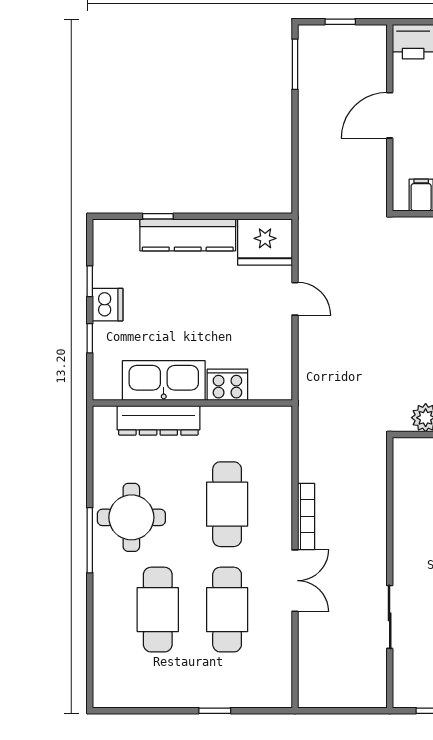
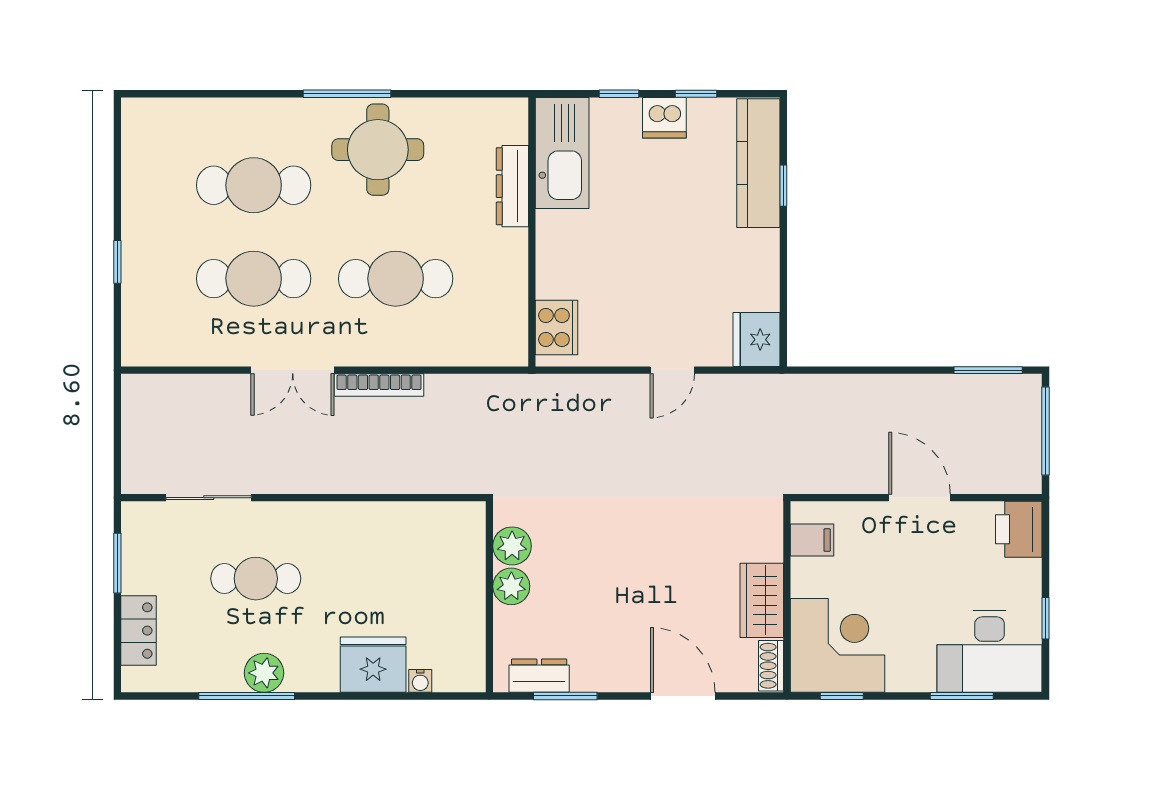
window: (340, 22) -> (1045, 431), width x2.17
kitchen counter: (188, 235) -> (758, 163), moved
fridge: (265, 242) -> (757, 340), width x0.73, depth x0.75
kitchen sink: (164, 381) -> (562, 153), moved
cooker: (227, 385) -> (556, 327), moved
dresser: (158, 420) -> (512, 186), width x0.73, depth x0.80
sliding door: (390, 617) -> (209, 498), moved

